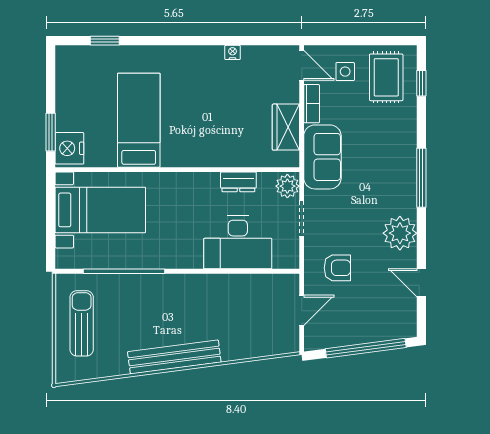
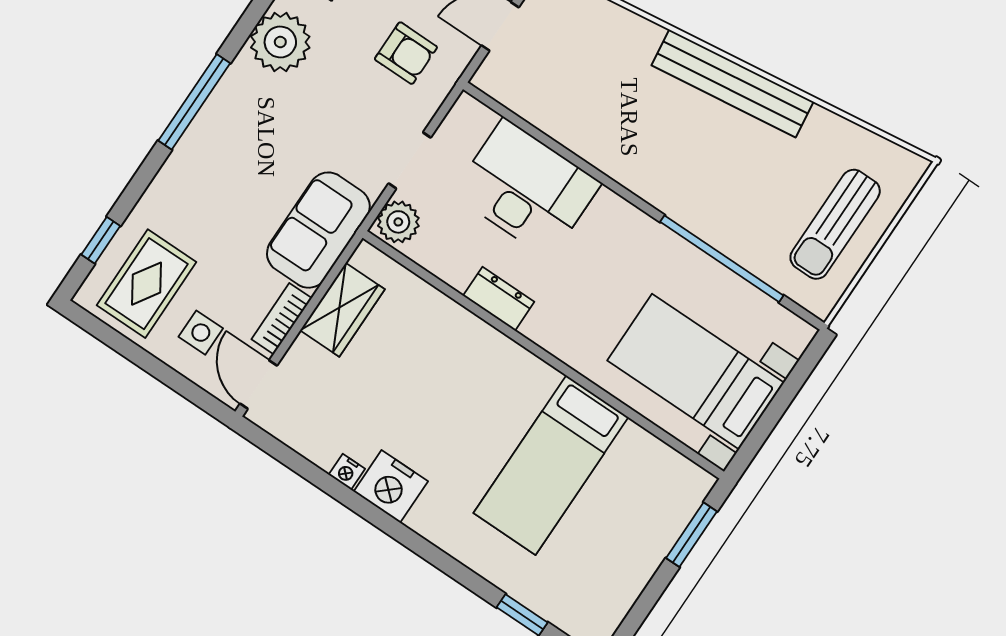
nightstand: (69, 148) -> (391, 486), moved, turned 90
dresser: (238, 182) -> (499, 299), moved
armchair: (337, 268) -> (406, 53), turned 180

